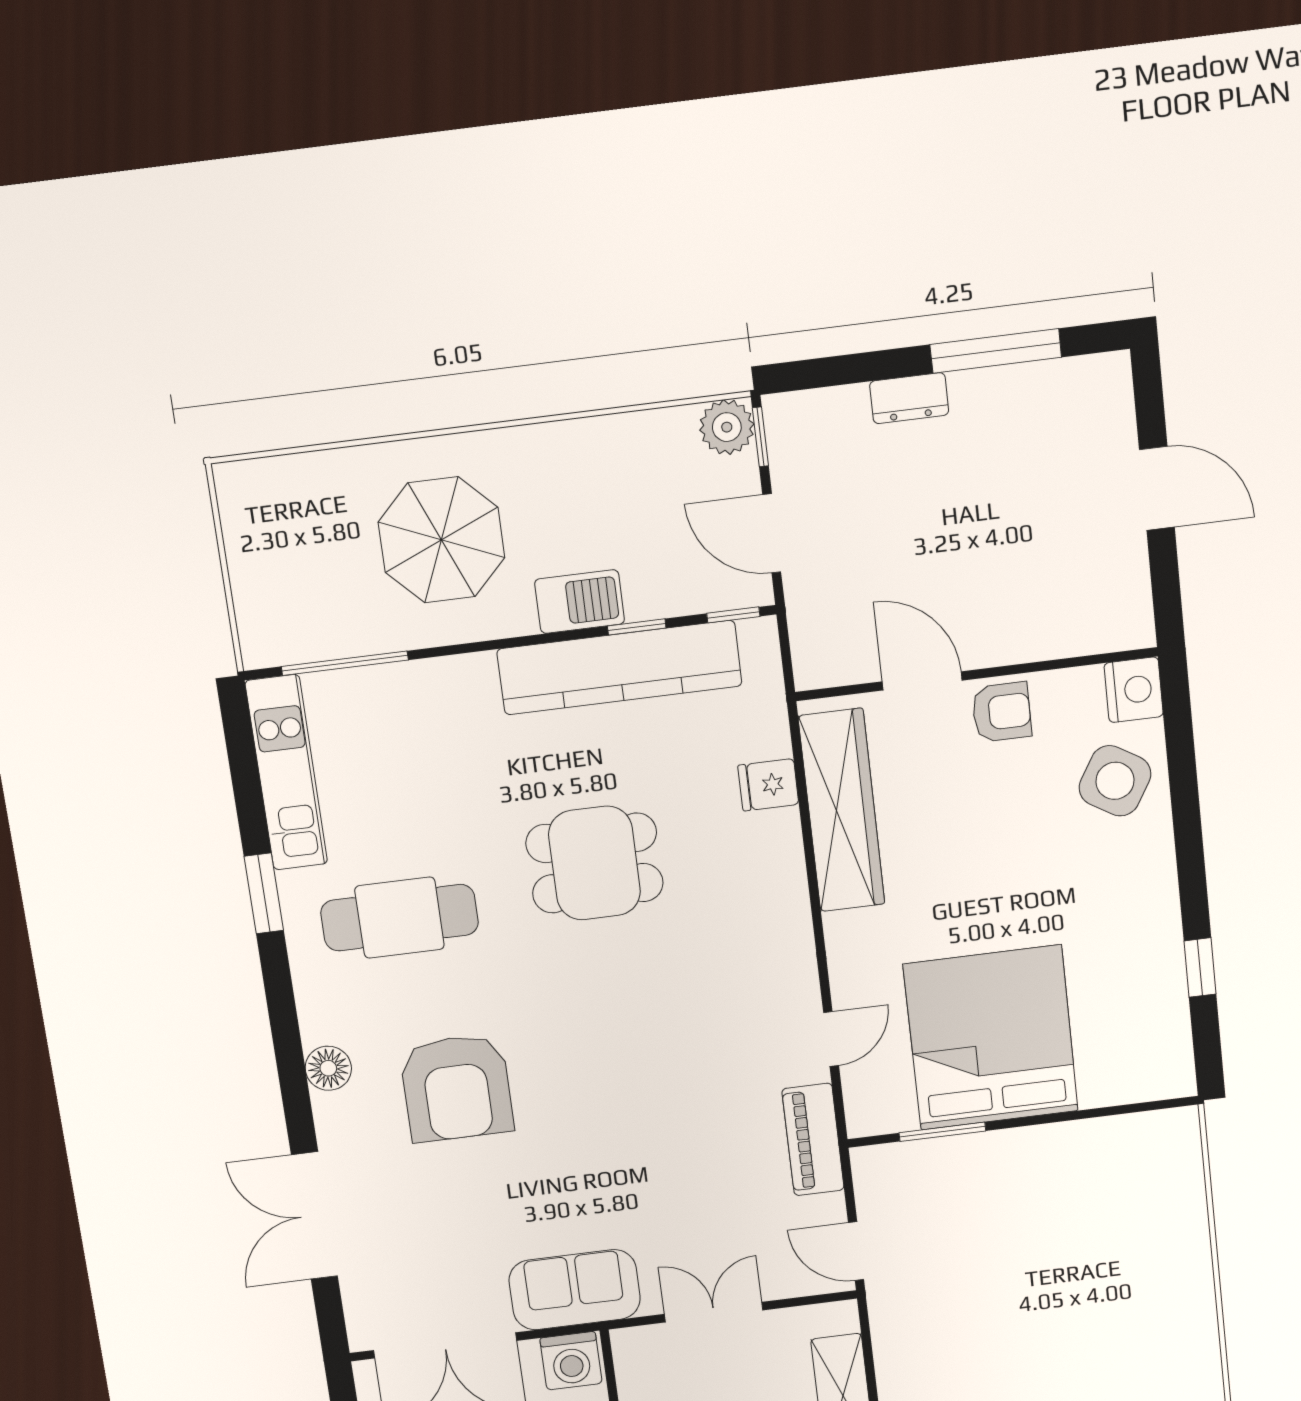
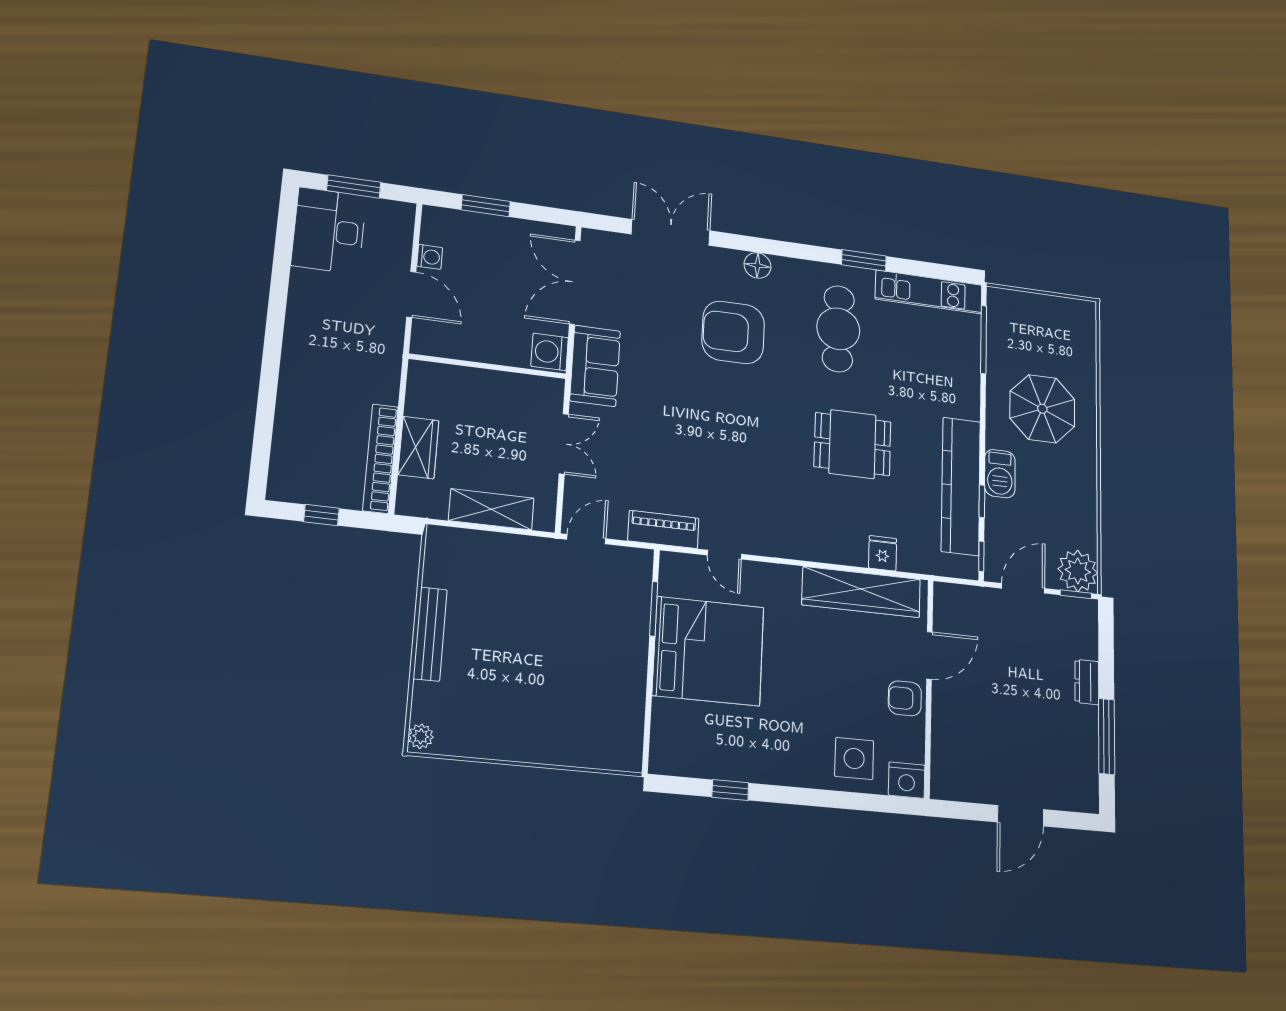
plant: (727, 427) -> (1078, 571), width x1.36, depth x1.36
armchair: (1002, 712) -> (905, 698), turned 90
side table: (1115, 781) -> (854, 758), turned -31
dining table: (595, 863) -> (852, 444), turned 90

